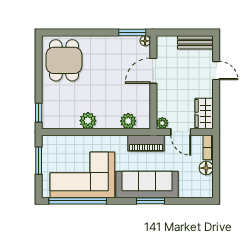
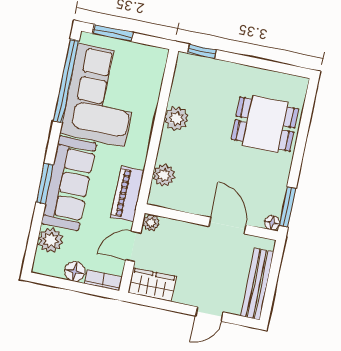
bench: (195, 42) -> (257, 284), width x1.36
dining table: (64, 60) -> (265, 124), moved
window: (39, 161) -> (113, 33), moved
plant: (188, 189) -> (51, 240), added

